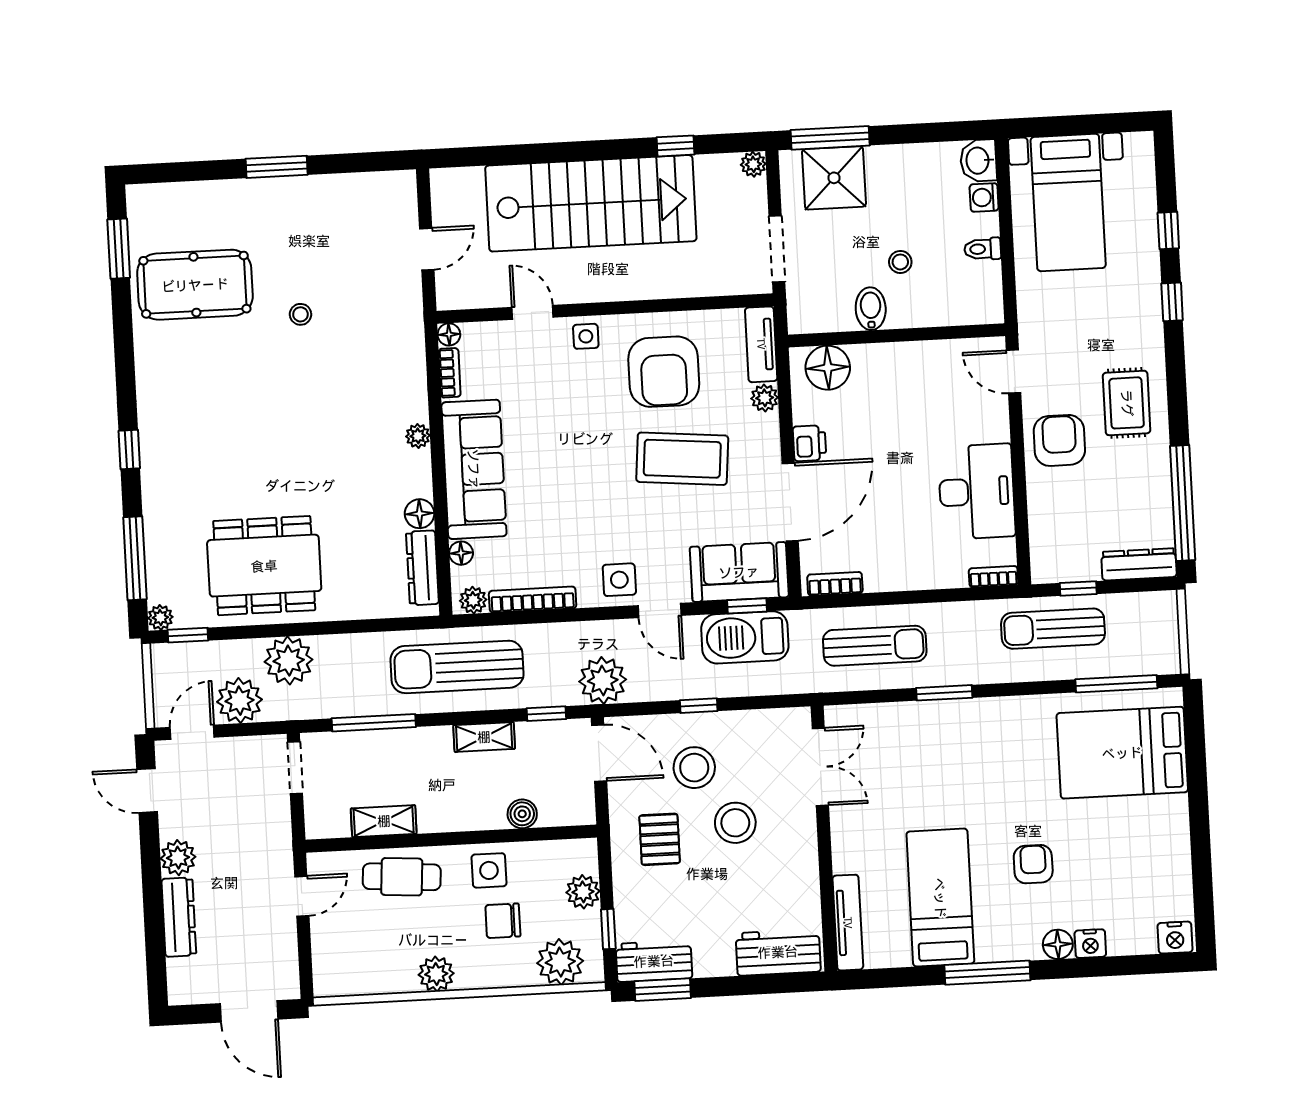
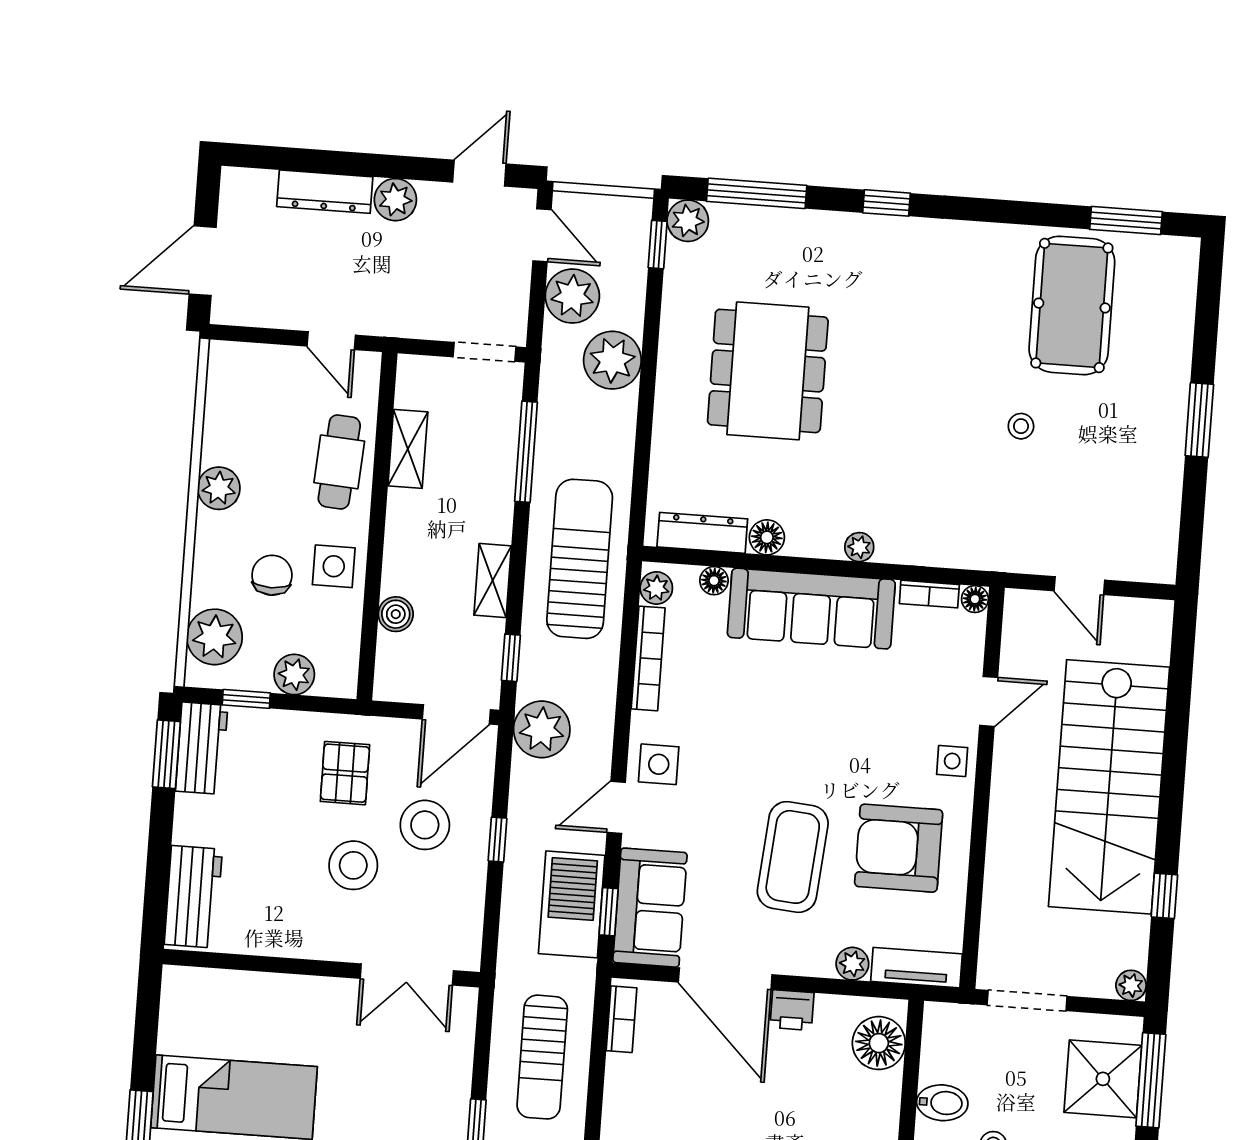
dining table: (264, 566) -> (768, 371), moved
plant: (160, 618) -> (688, 221), width x1.38, depth x1.38
pallet: (660, 839) -> (345, 773), turned 90
tv unit: (848, 923) -> (218, 984), removed

